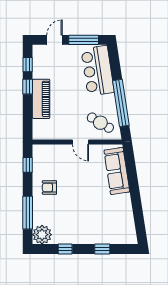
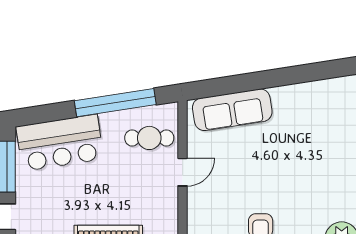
cafe table: (100, 123) -> (149, 138), turned 59

